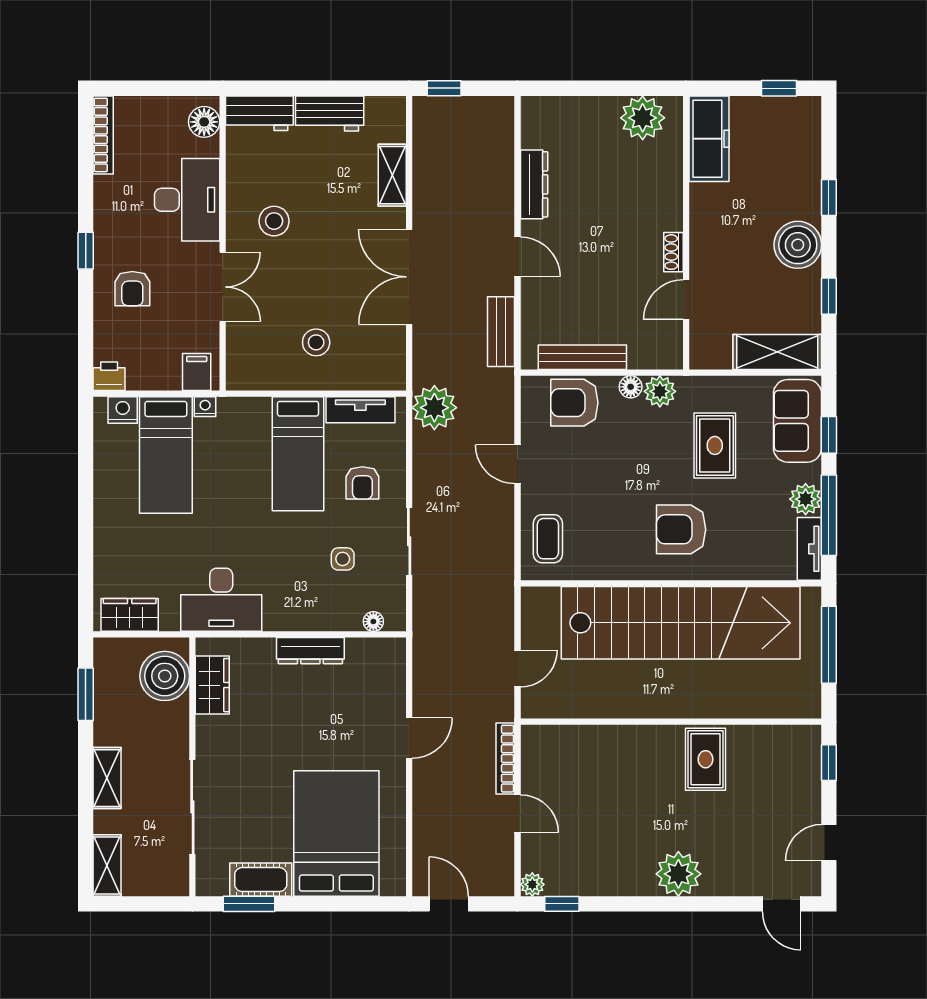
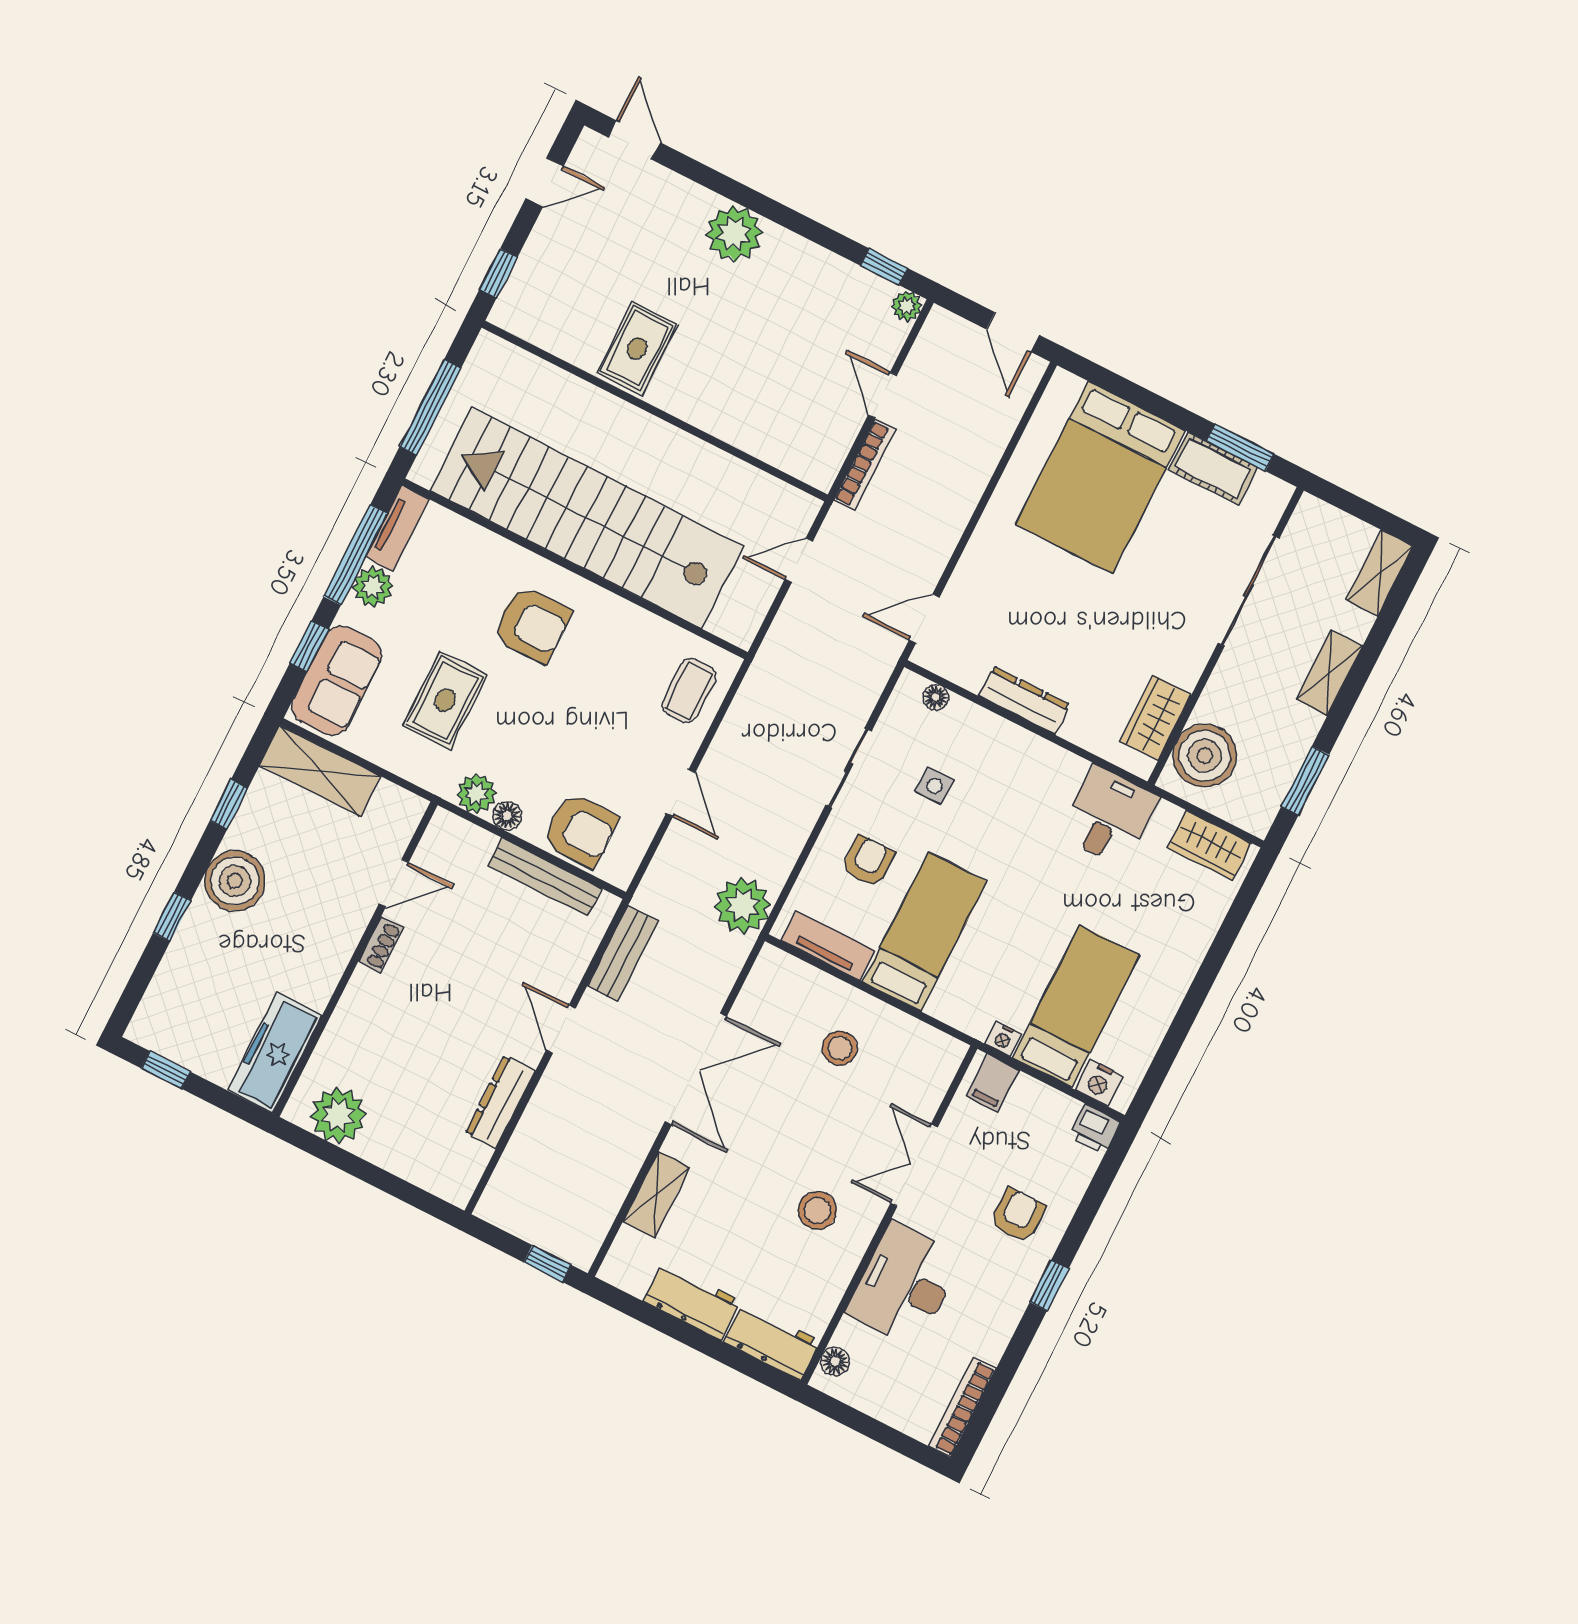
floor lamp: (204, 122) -> (835, 1361), width x0.73, depth x0.73
desk: (221, 600) -> (1109, 816), width x0.73
door: (409, 738) -> (924, 619), moved

